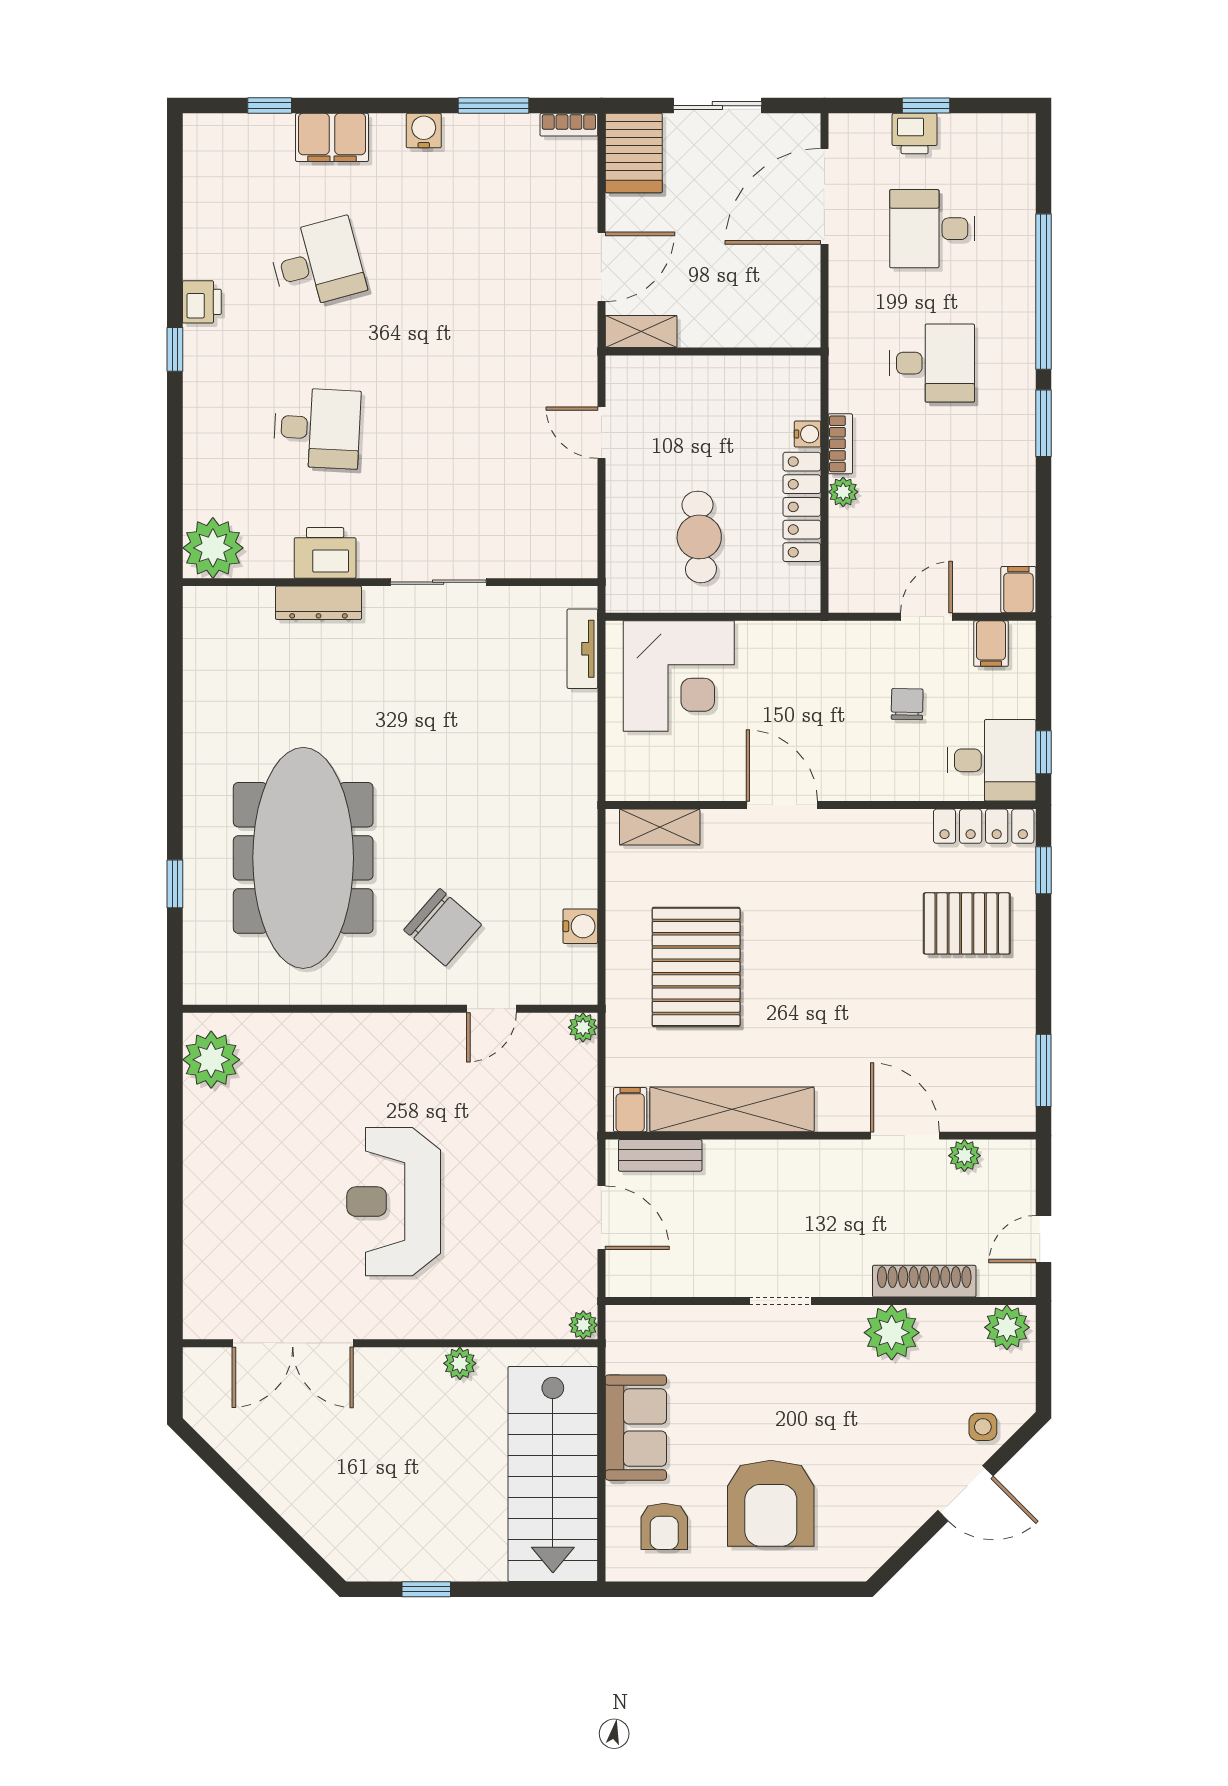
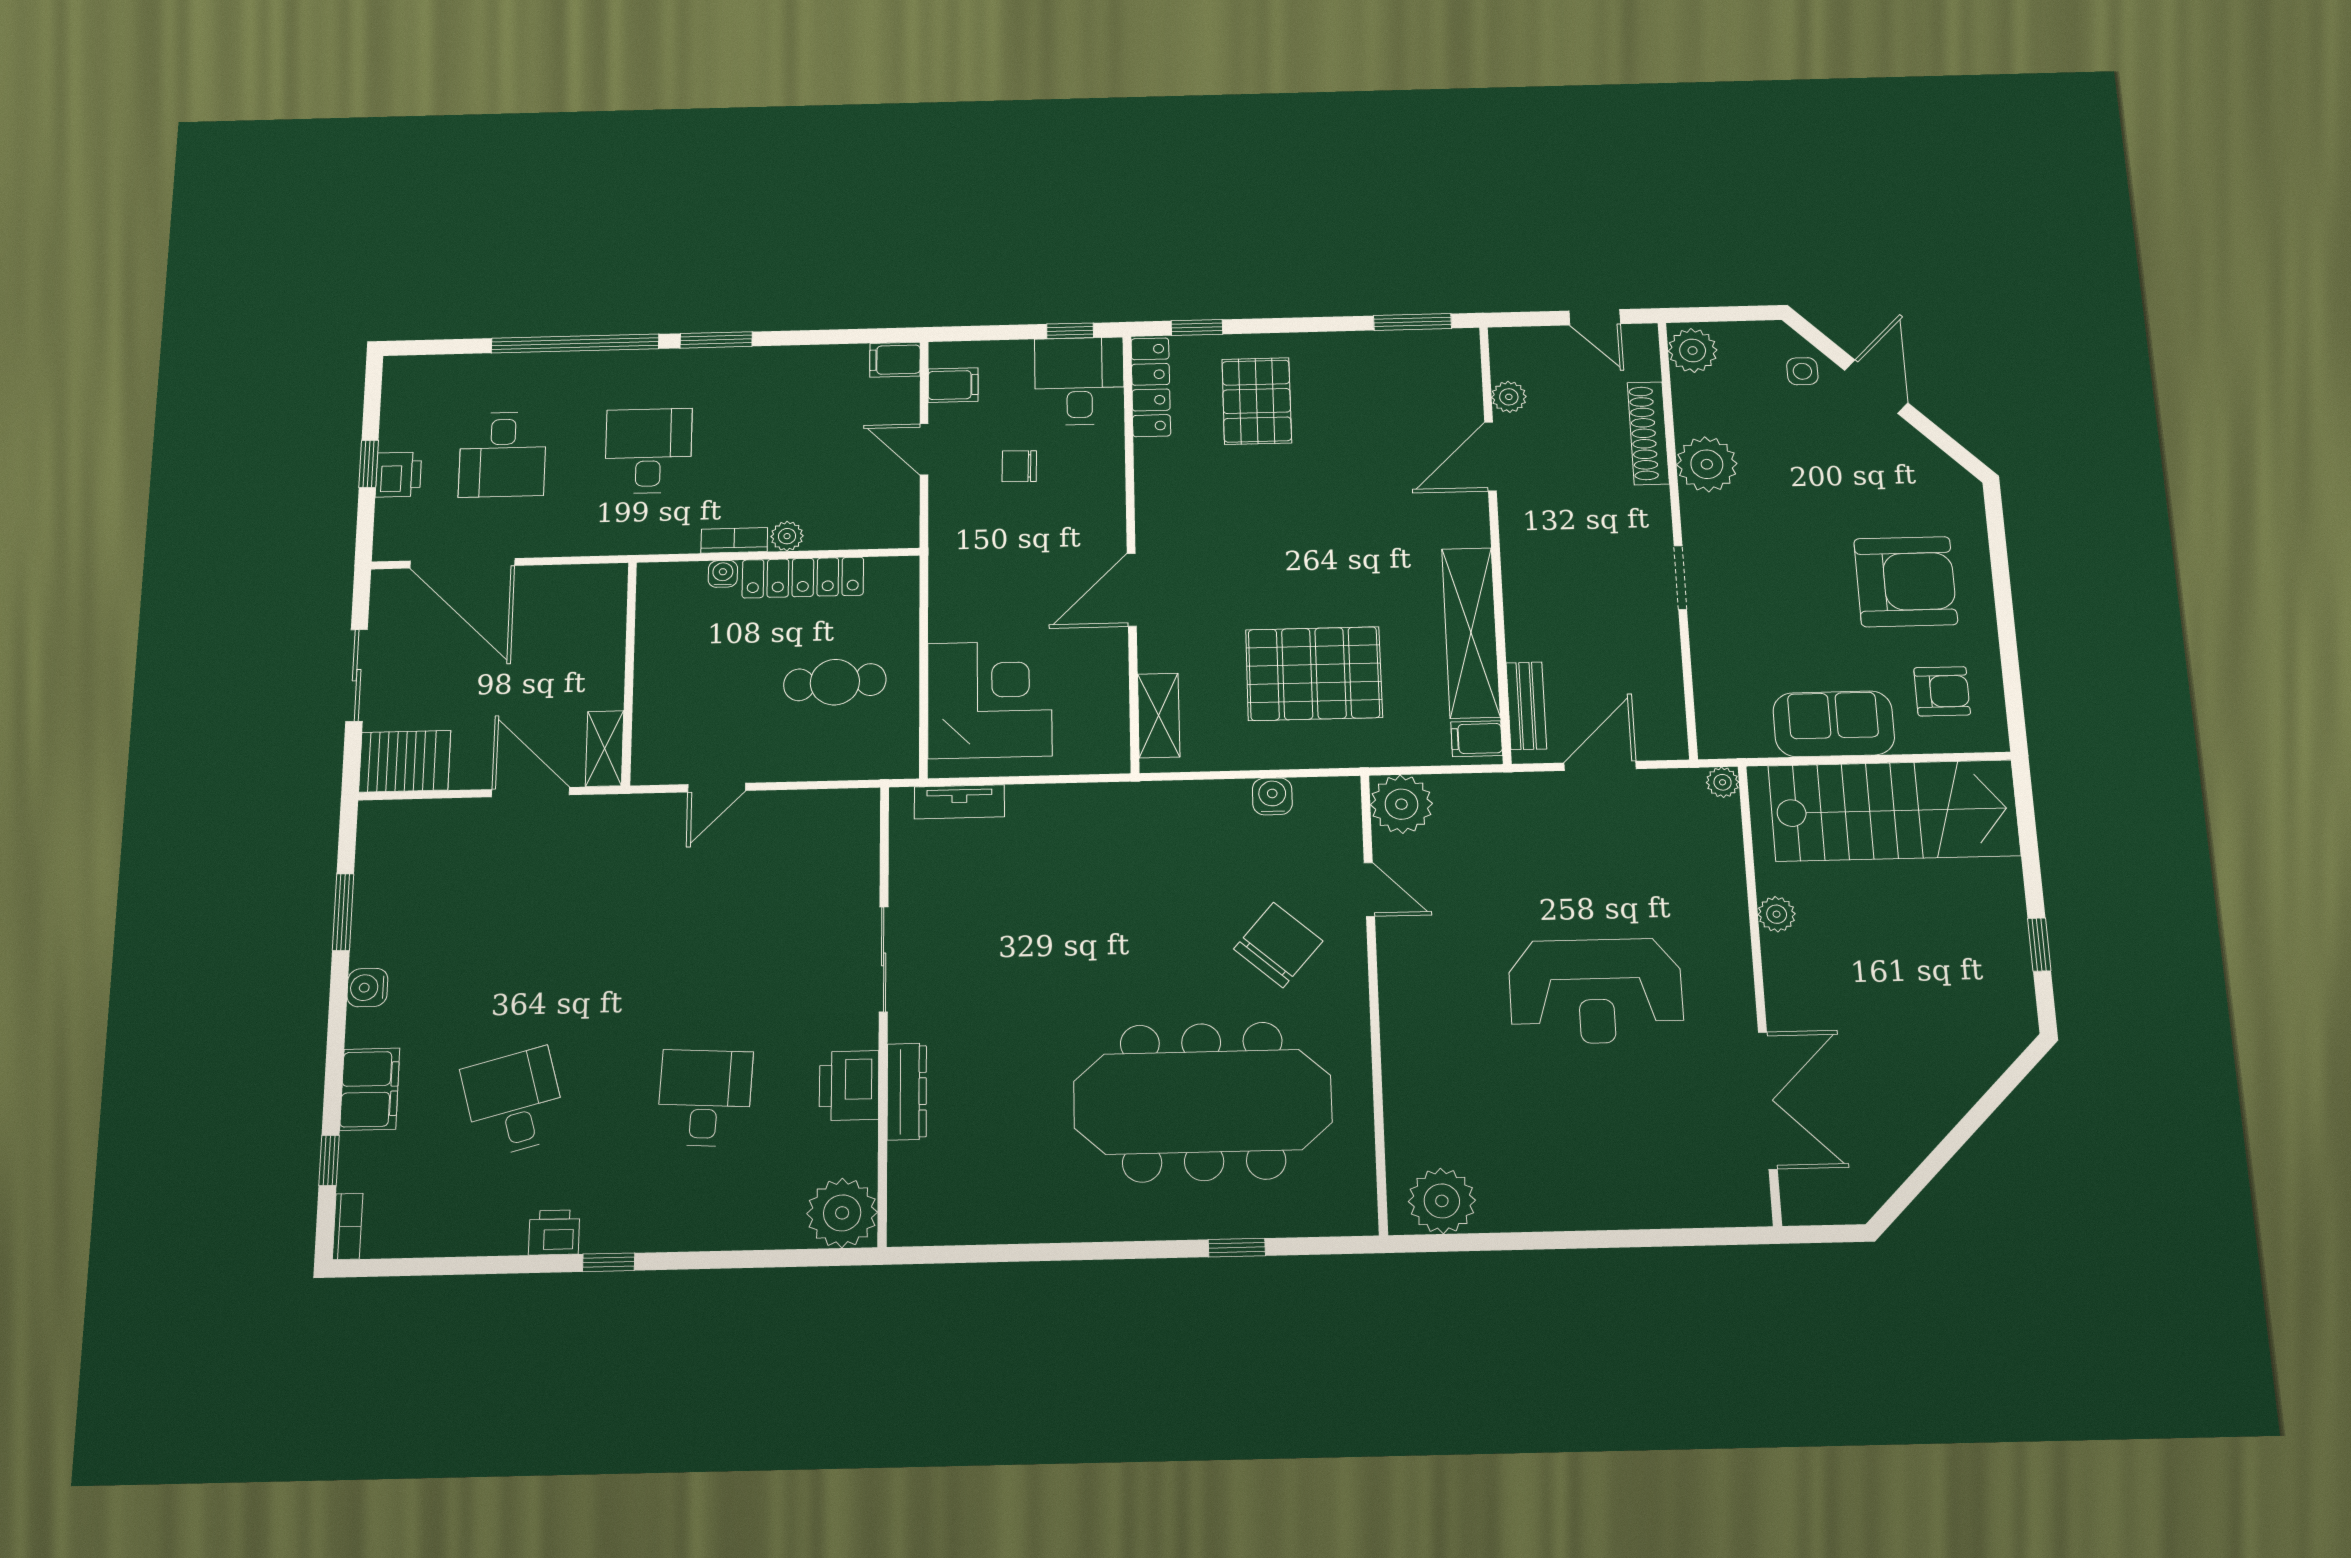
bookcase: (569, 125) -> (348, 1226), moved
plant: (583, 1027) -> (1401, 804), width x1.87, depth x1.87

